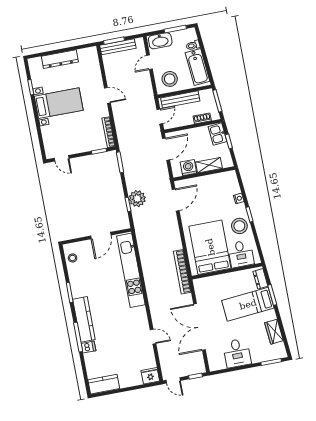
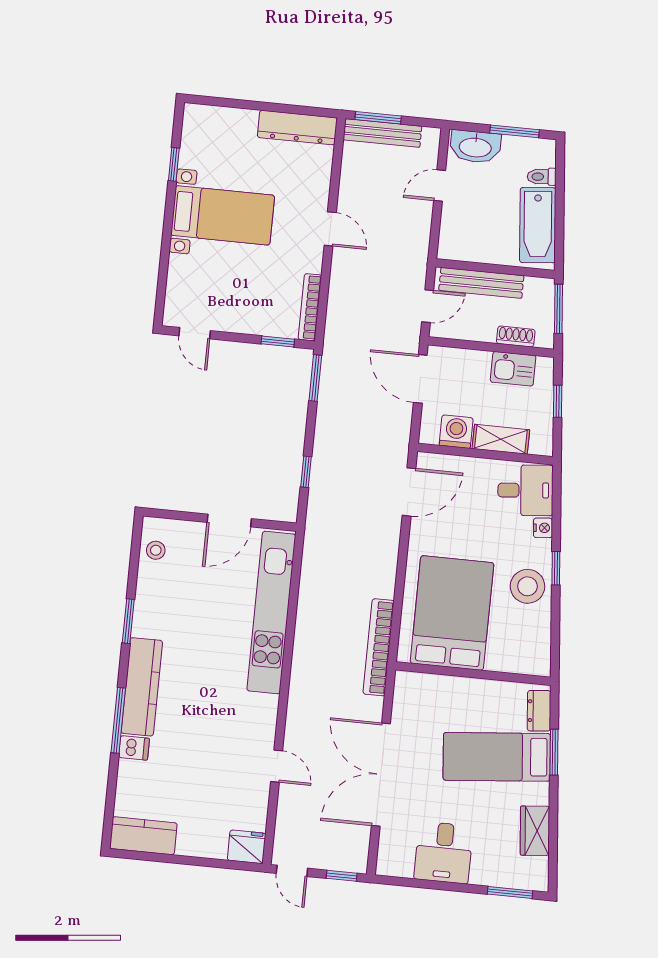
dresser: (60, 59) -> (297, 128), moved
stool: (170, 79) -> (472, 233), removed
kitchen sink: (217, 134) -> (513, 369), moved, turned -85
door: (166, 149) -> (420, 379), swing flipped
plant: (137, 199) -> (329, 465), removed
desk: (241, 254) -> (525, 490), moved, turned -95

